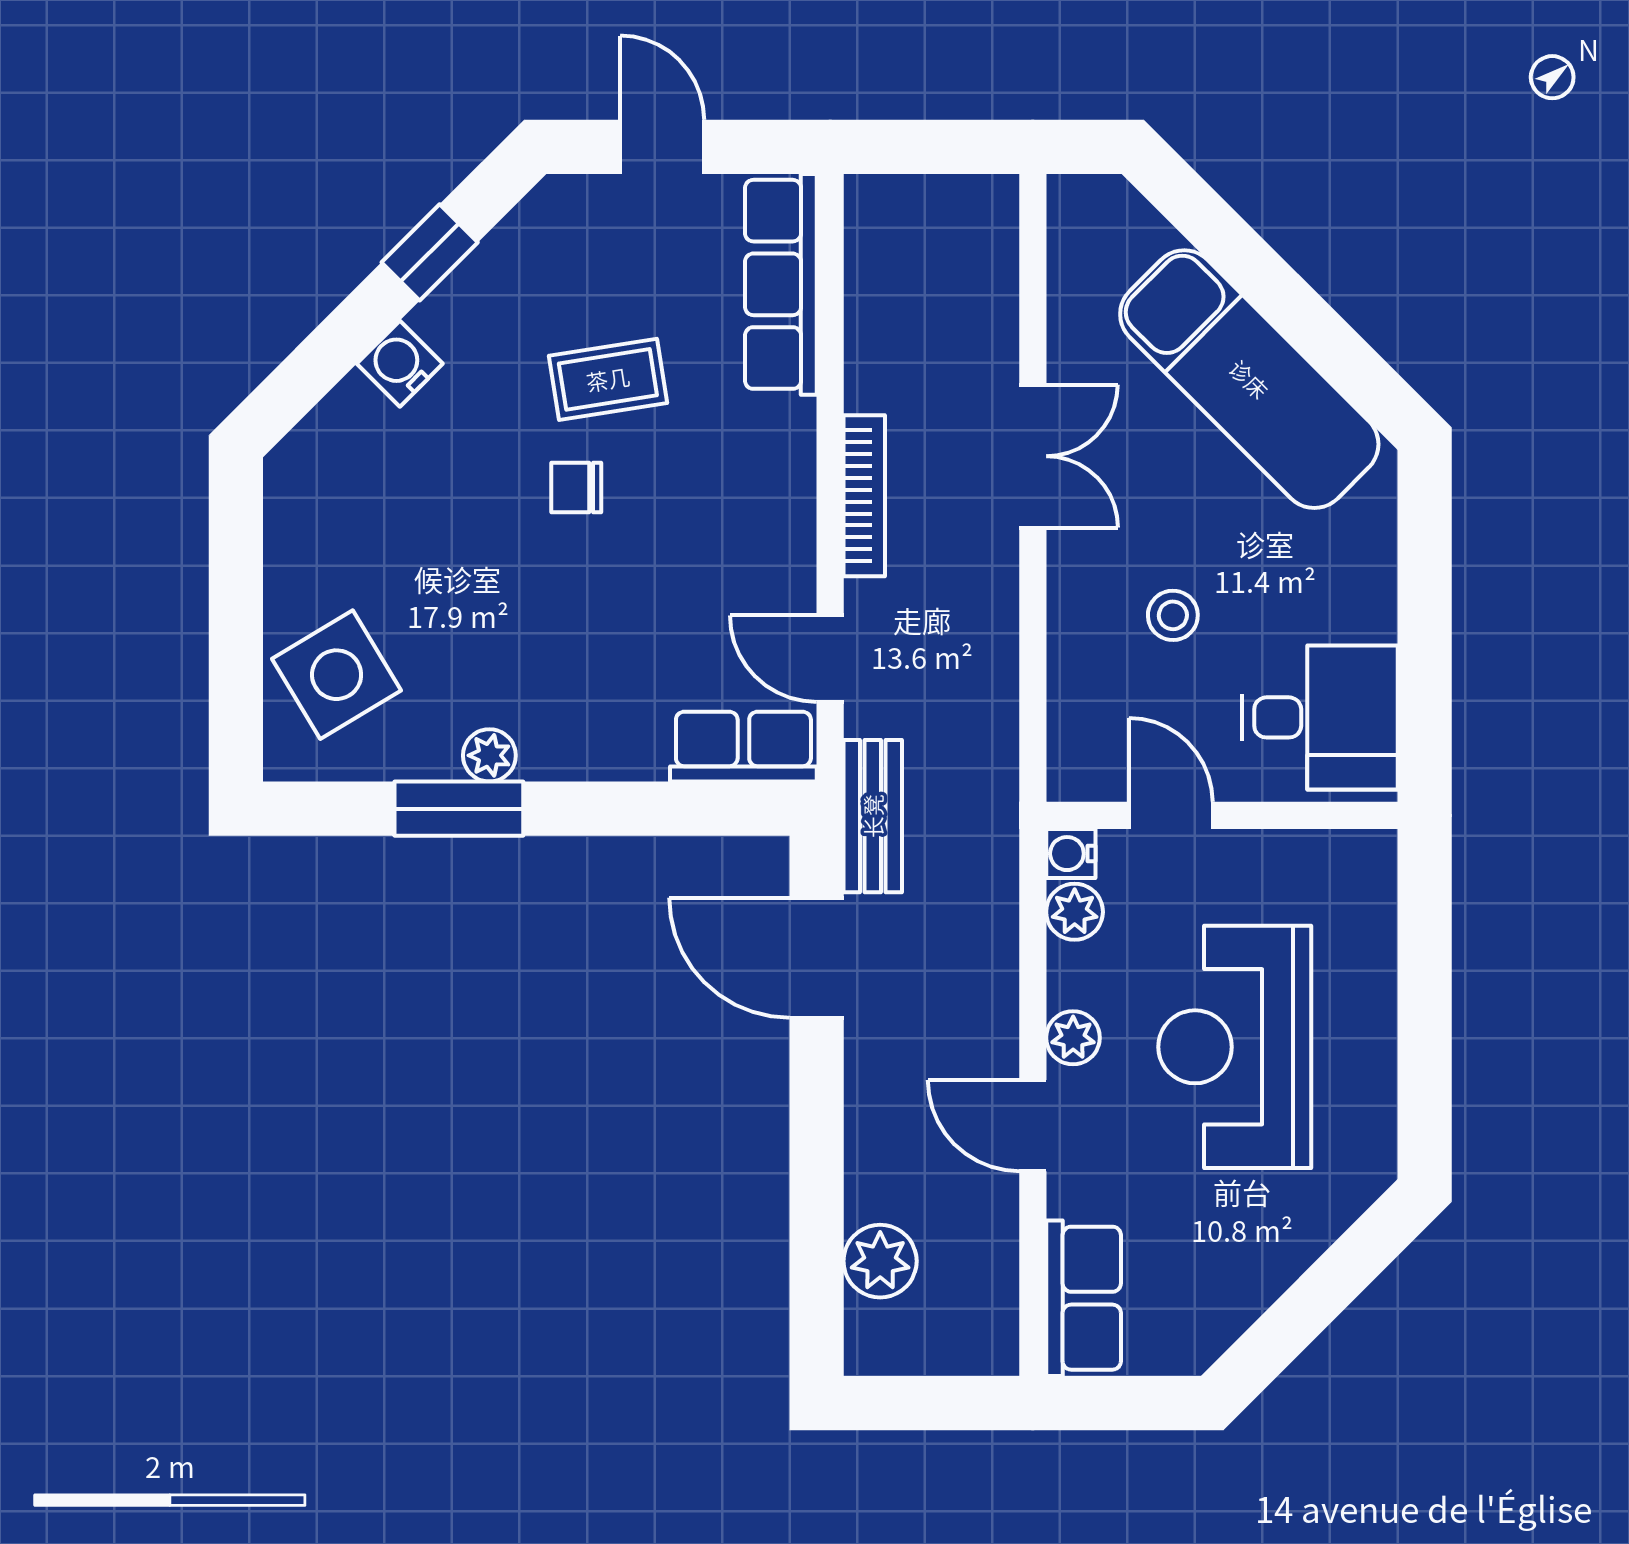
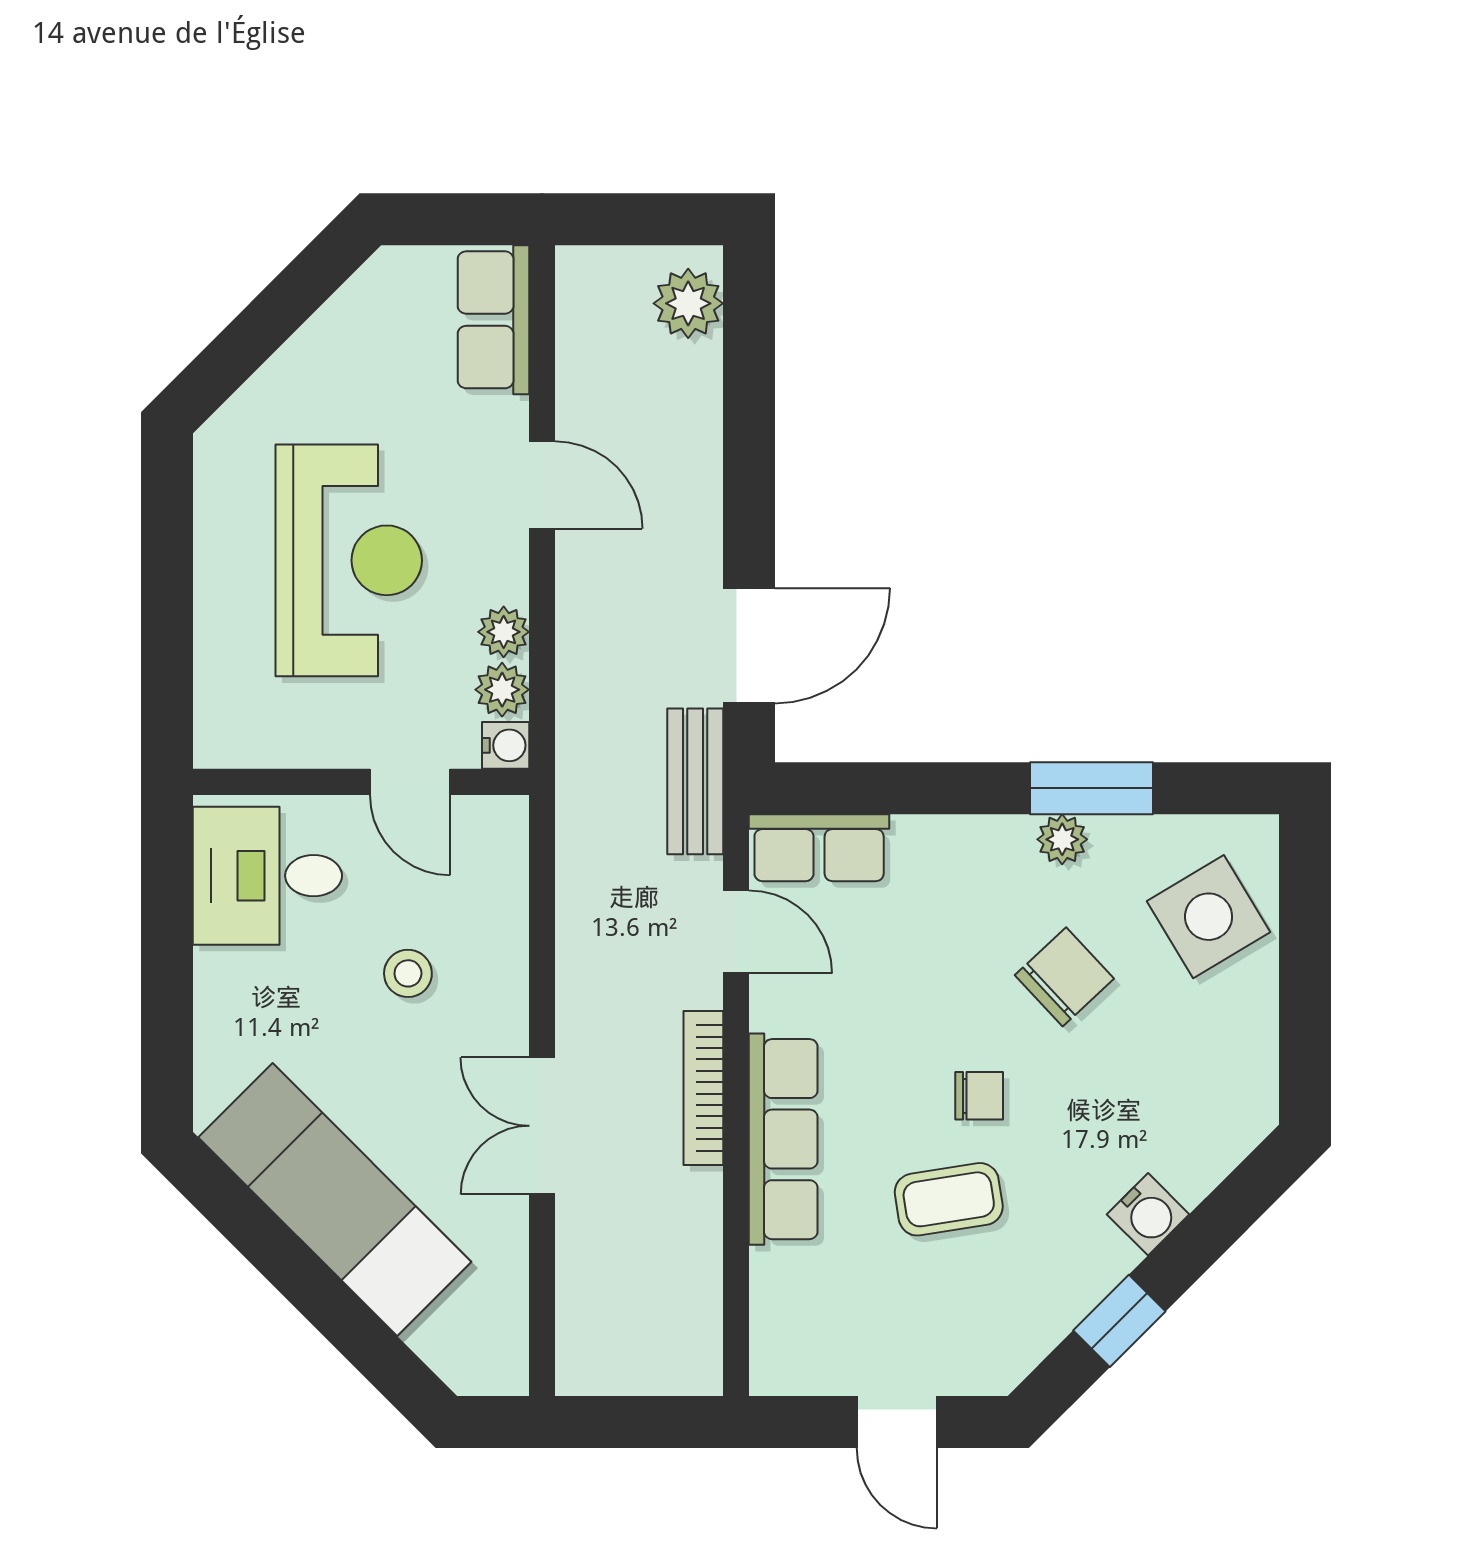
row of seats: (781, 284) -> (783, 1139), moved
chair: (487, 612) -> (1064, 977), added
door: (817, 958) -> (749, 646), hinge flipped
plant: (1073, 1038) -> (504, 632), moved
plant: (880, 1261) -> (688, 303), moved

